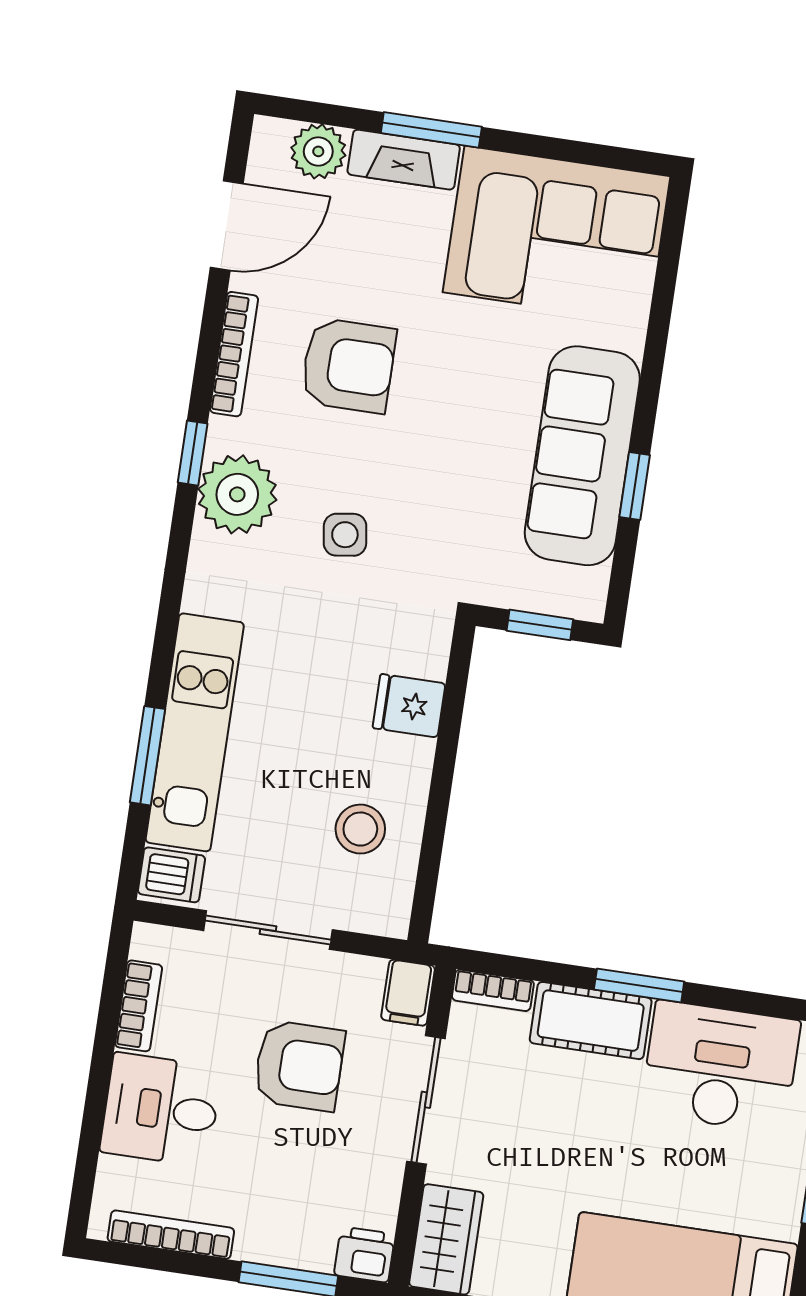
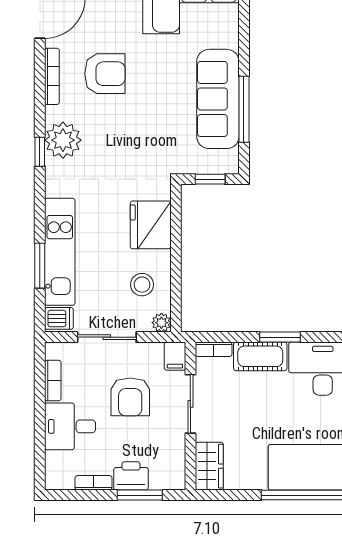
window: (193, 453) -> (40, 152), moved
window: (635, 486) -> (244, 109), width x2.17
side table: (345, 535) -> (115, 151), removed
fridge: (409, 706) -> (151, 225), width x1.88, depth x1.34
plant: (390, 917) -> (161, 323), added
armchair: (299, 1066) -> (130, 397), turned 90
bookcase: (171, 1235) -> (93, 483), width x0.64
printer: (365, 1255) -> (131, 476), moved, width x1.36, depth x1.24

